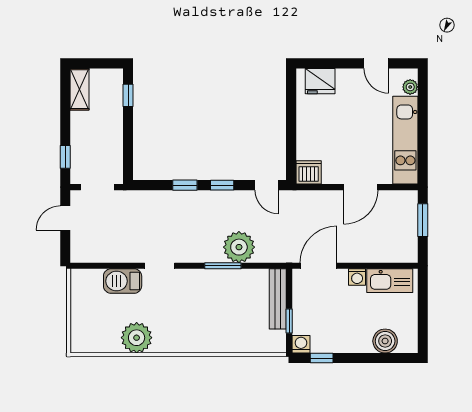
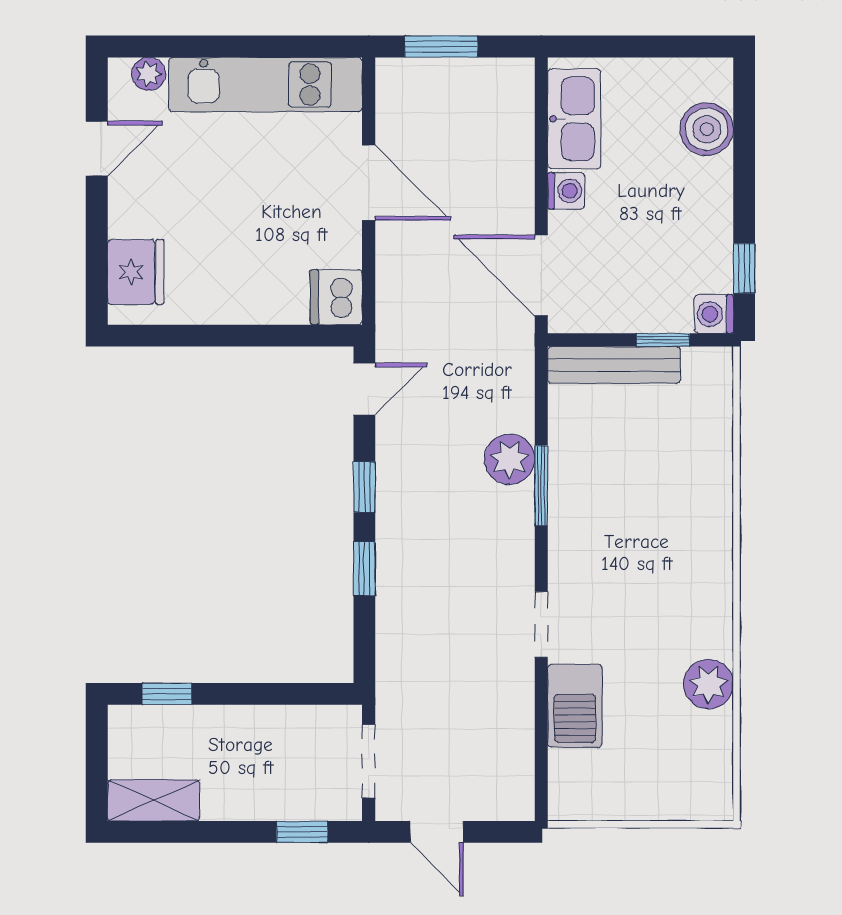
plant: (239, 247) -> (510, 459), width x0.73, depth x0.73
plant: (137, 338) -> (708, 684), width x0.73, depth x0.73

